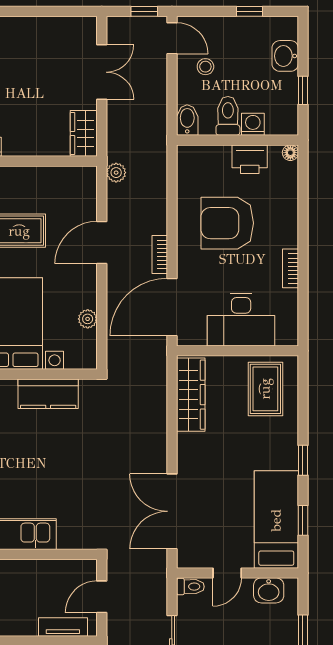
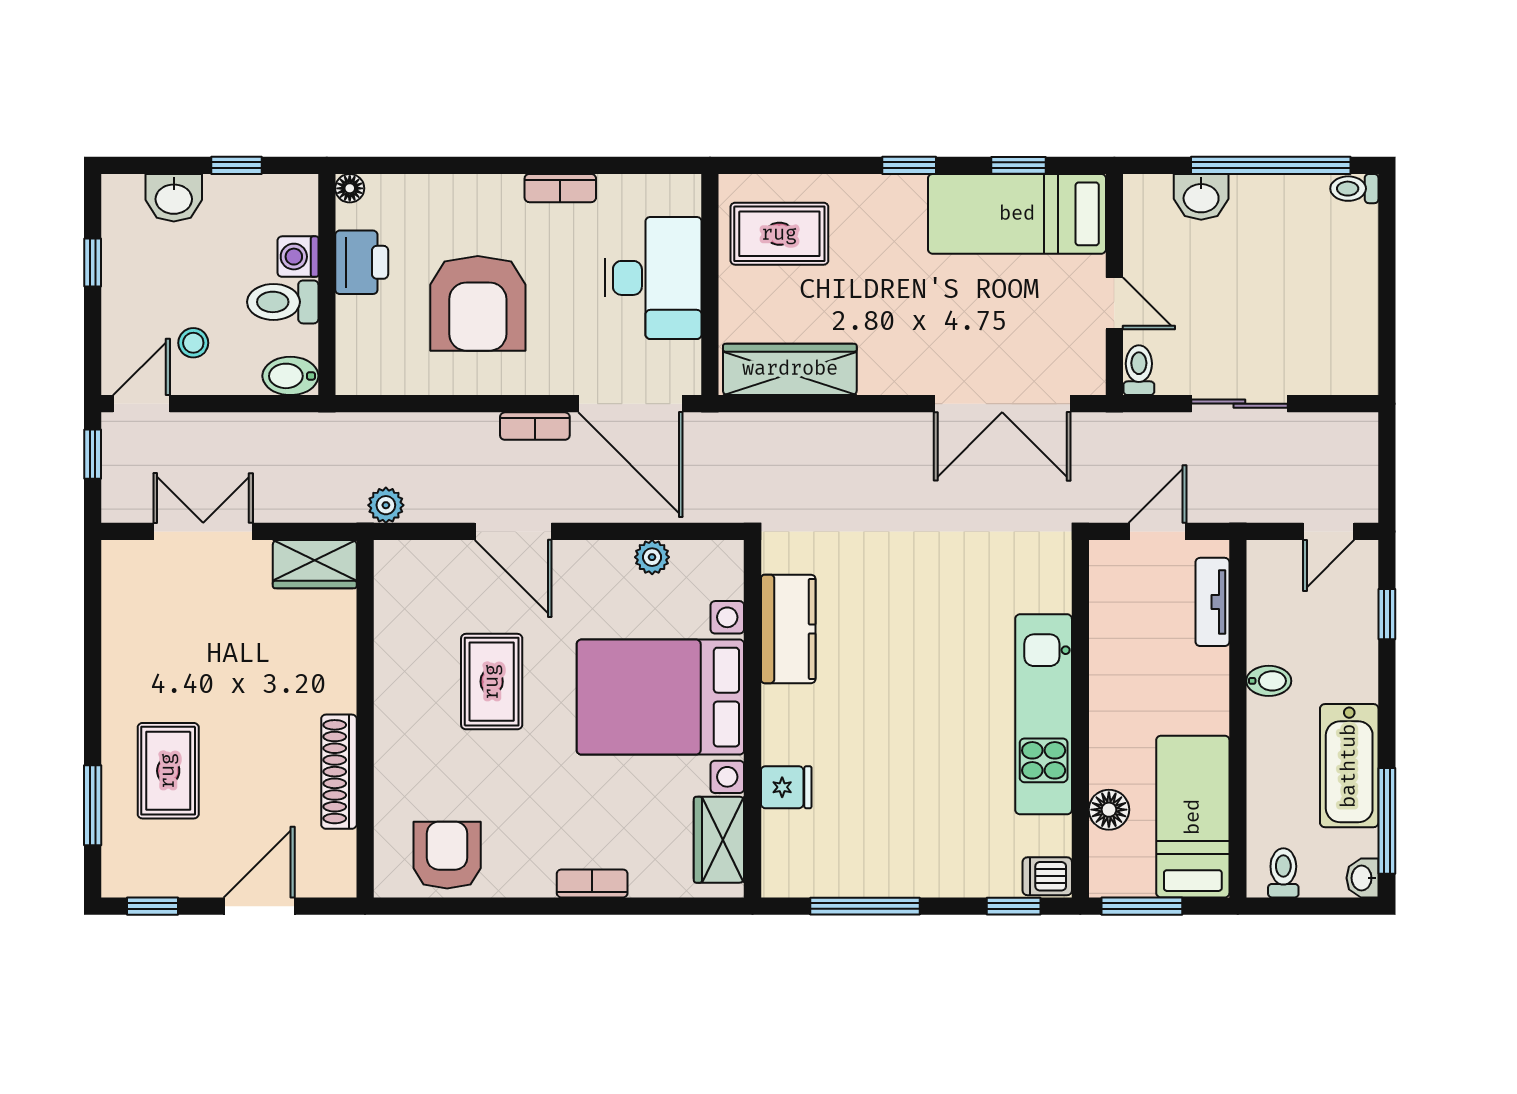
washbasin: (269, 590) -> (1201, 197), moved, turned 90
door: (102, 597) -> (1158, 531), swing flipped

